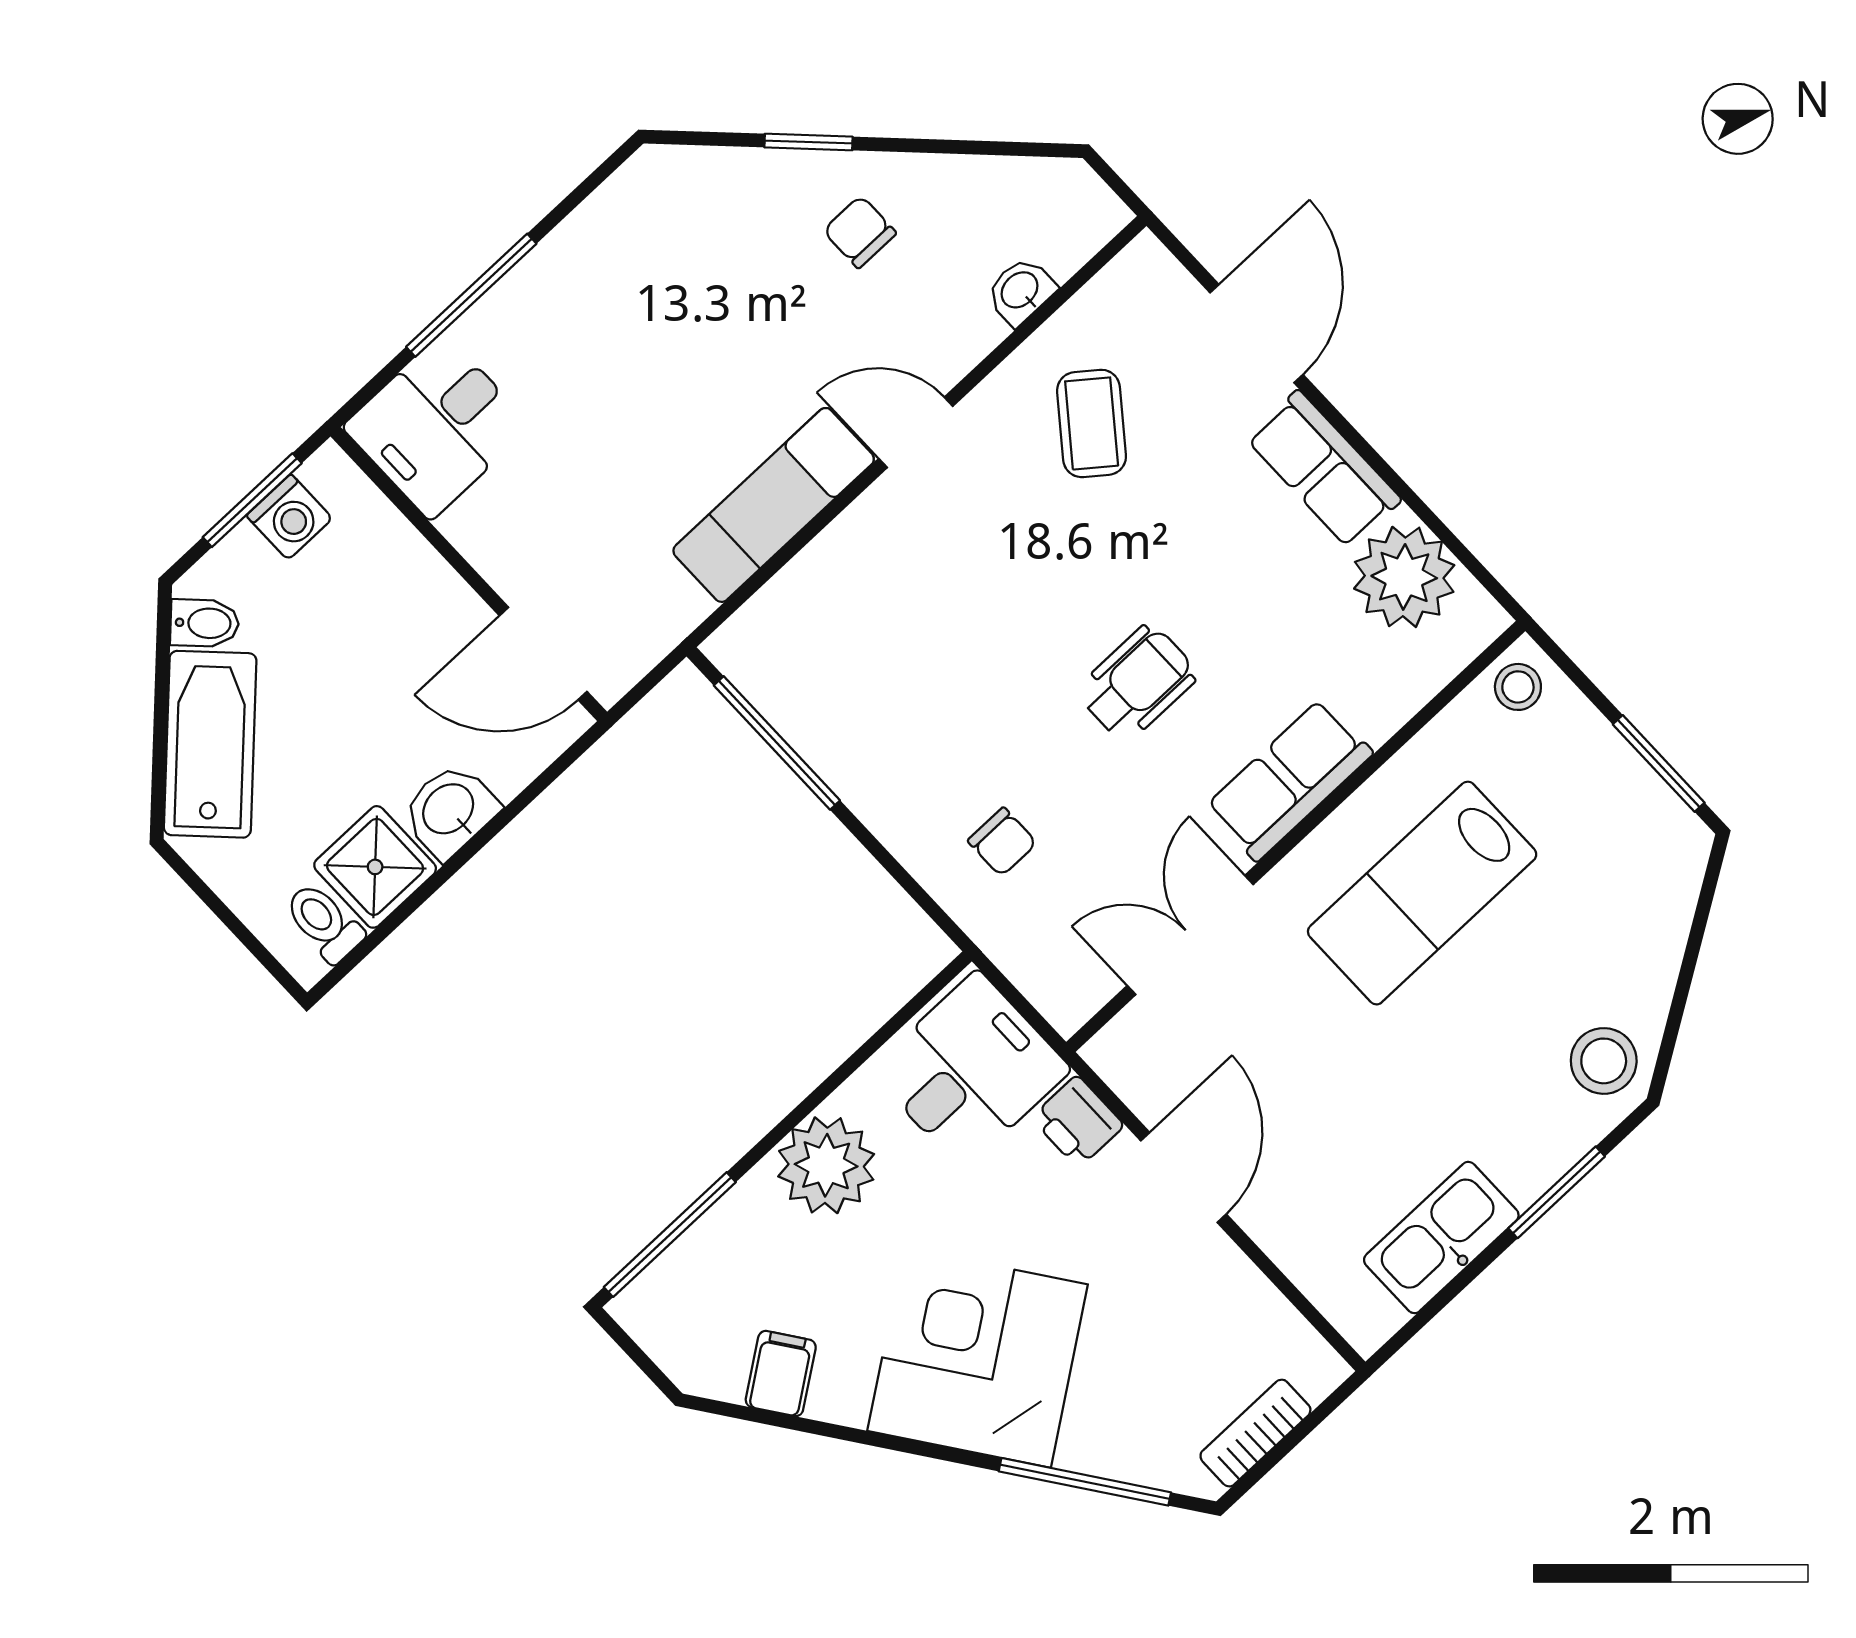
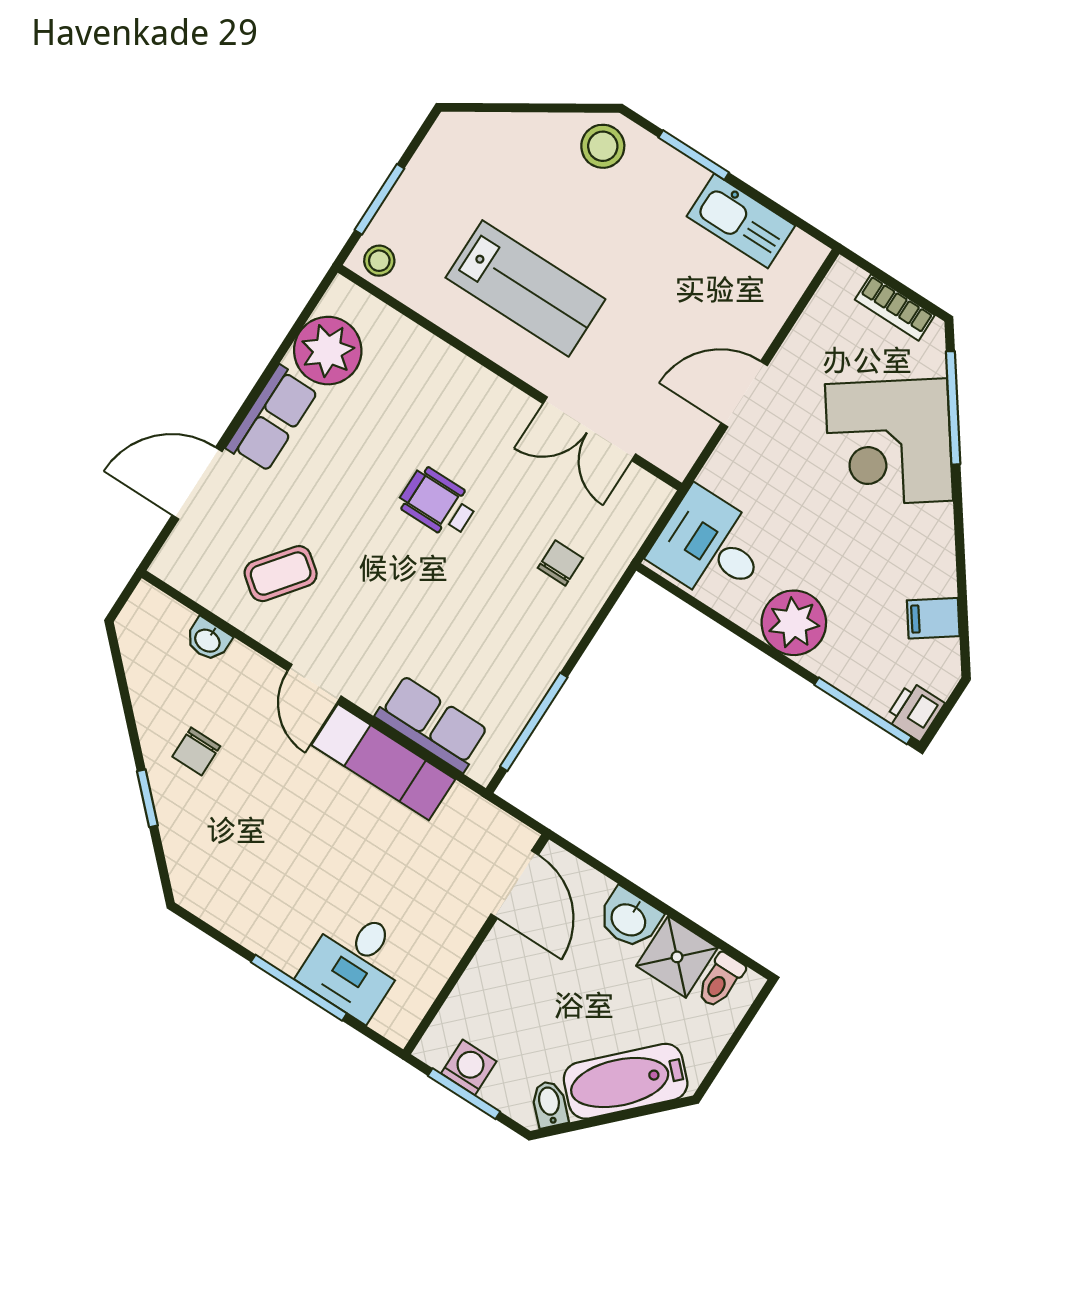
desk: (437, 426) -> (355, 963), moved, turned 90
window: (1659, 763) -> (379, 199), moved
row of seats: (1289, 780) -> (432, 724), moved, turned 180
printer: (1078, 1122) -> (915, 711), moved, turned 180
corner desk: (978, 1358) -> (889, 442), moved

